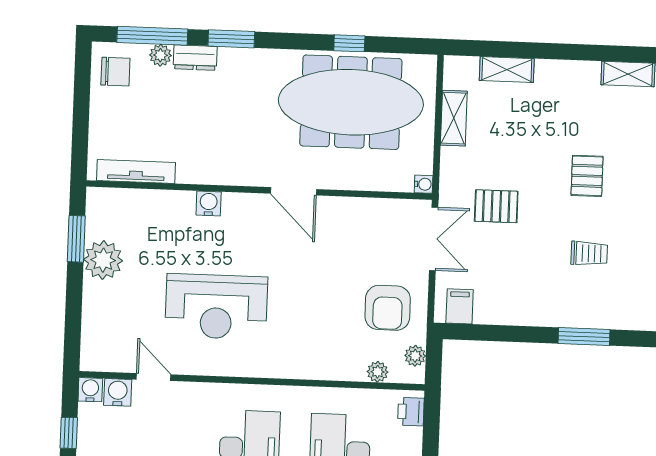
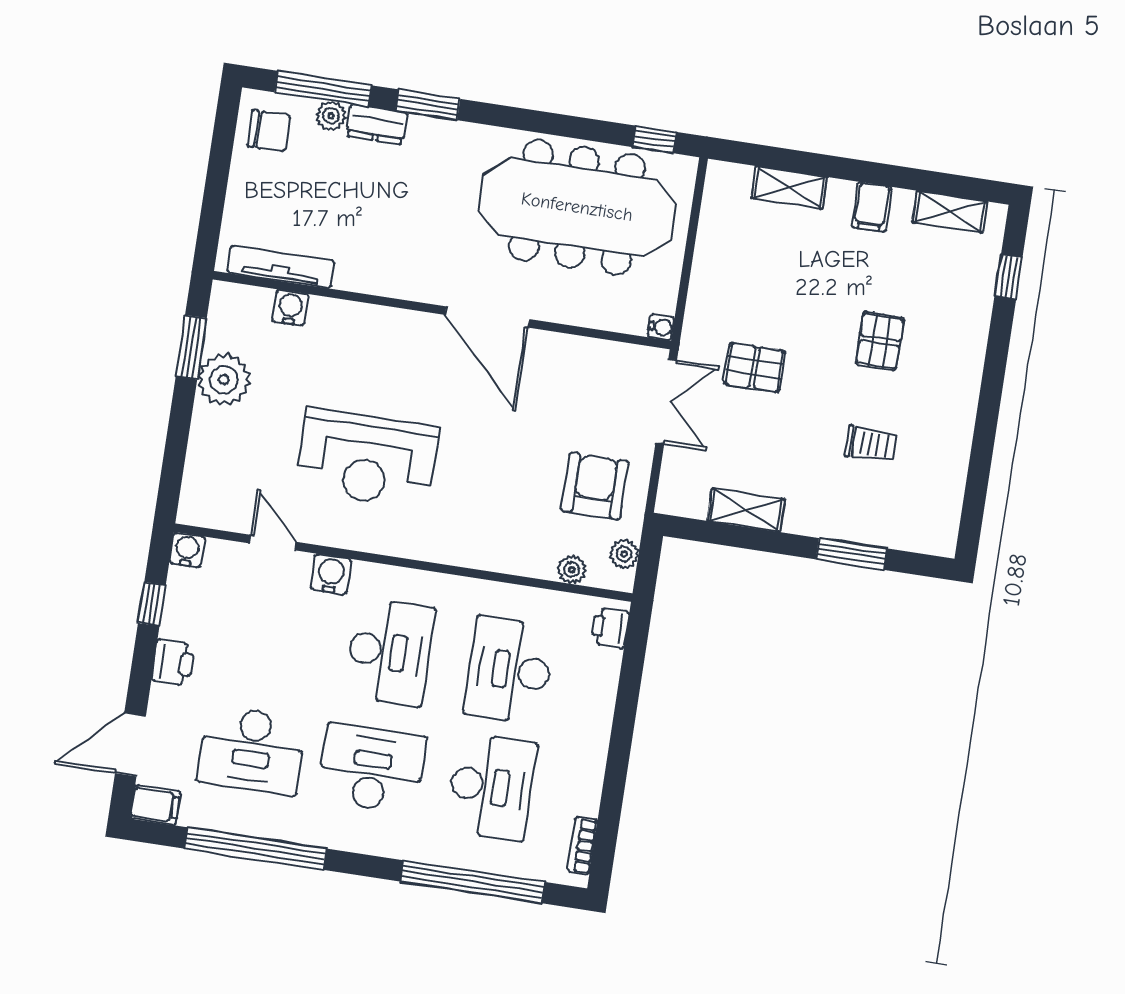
window: (349, 43) -> (654, 139), moved
shelving: (454, 118) -> (746, 510), moved, turned 90
door: (293, 191) -> (487, 317), width x1.36
water cooler: (209, 203) -> (290, 308), moved
filing cabinet: (460, 306) -> (872, 207), moved, turned 180
armchair: (388, 308) -> (595, 486), turned 180
water cooler: (118, 392) -> (331, 574), moved

